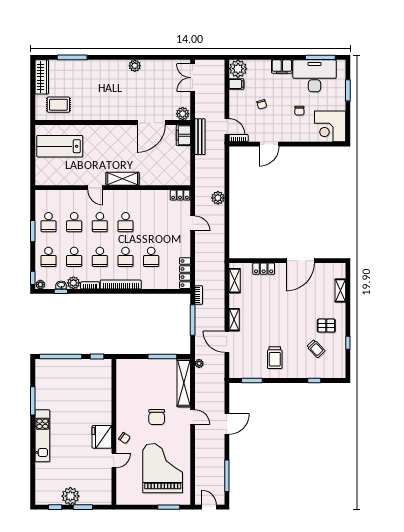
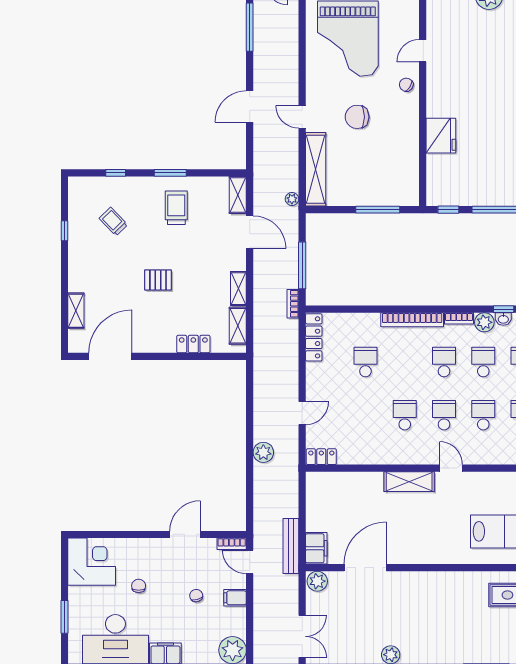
filing cabinet: (236, 84) -> (235, 598), moved
door: (193, 223) -> (302, 413), swing flipped
school desk: (125, 257) -> (405, 362), removed
door: (300, 261) -> (110, 356), moved
shelving: (234, 320) -> (238, 289), moved
pallet: (326, 326) -> (158, 280), moved
window: (162, 357) -> (378, 210), moved
shelving: (235, 366) -> (238, 195), added
window: (252, 380) -> (170, 173), moved
chair: (157, 417) -> (357, 117), turned -90
fridge: (102, 437) -> (441, 136), moved

